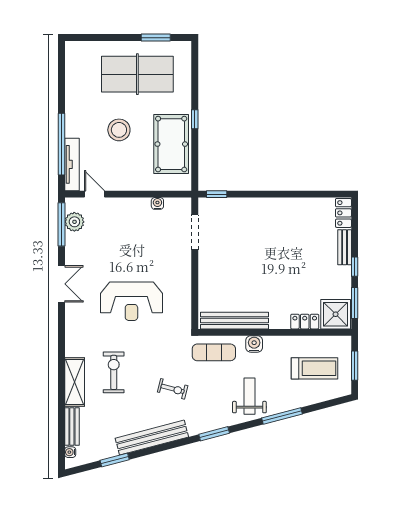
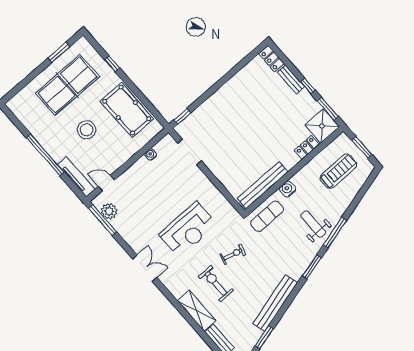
window: (195, 119) -> (112, 64), moved
window: (61, 144) -> (45, 155), moved
double door: (61, 284) -> (145, 268), moved
exercise bike: (173, 389) -> (233, 254), moved
window: (282, 416) -> (335, 233), moved

